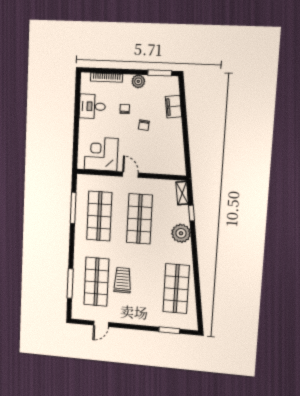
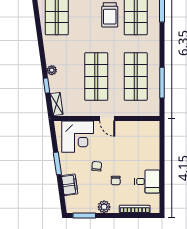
window: (185, 130) -> (57, 163), added
corner desk: (101, 154) -> (78, 137), moved
plant: (181, 233) -> (52, 70), width x0.53, depth x0.53

